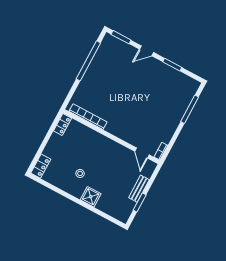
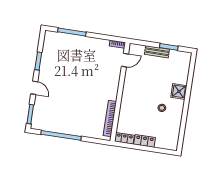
locker: (41, 166) -> (145, 141), moved

